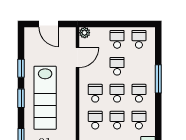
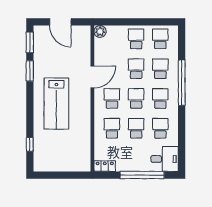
door: (78, 58) -> (92, 77), moved
school desk: (139, 66) -> (160, 69), added
window: (158, 79) -> (182, 83), width x1.46
window: (21, 98) -> (30, 42), moved
lab bench: (45, 98) -> (56, 104), width x0.73

